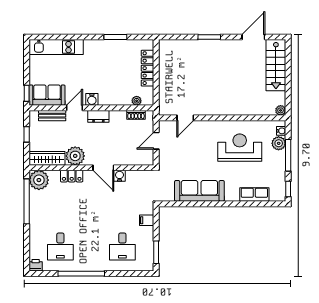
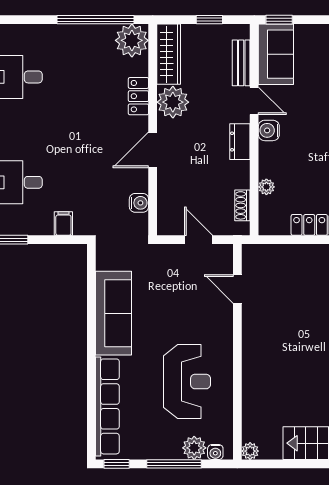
plant: (137, 101) -> (266, 187), moved
water cooler: (120, 176) -> (139, 203), moved
row of seats: (254, 194) -> (107, 406), width x2.02

